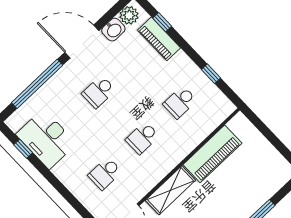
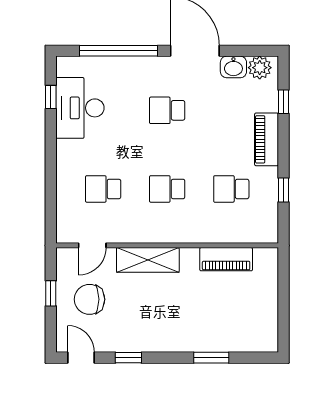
piano: (159, 39) -> (267, 139), moved
piano: (212, 154) -> (226, 259), width x0.73, depth x0.75

